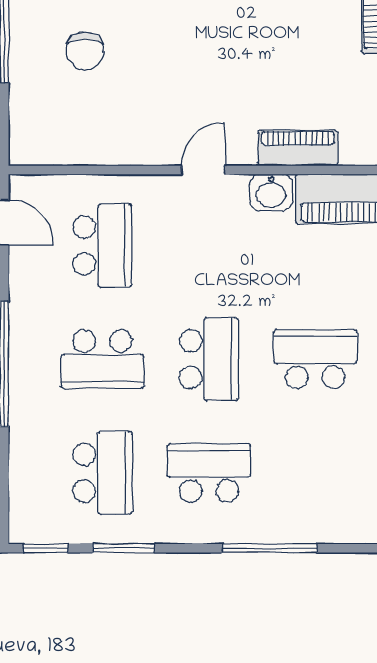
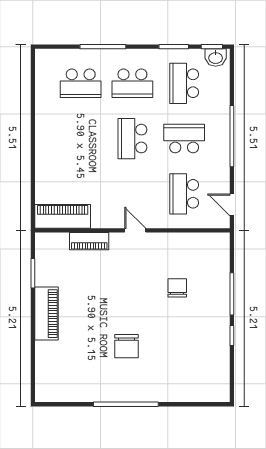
chair: (85, 51) -> (177, 288), moved
door: (203, 170) -> (135, 230), swing flipped
washbasin: (271, 192) -> (216, 58), moved, turned 180
school desk: (315, 359) -> (81, 83), moved

